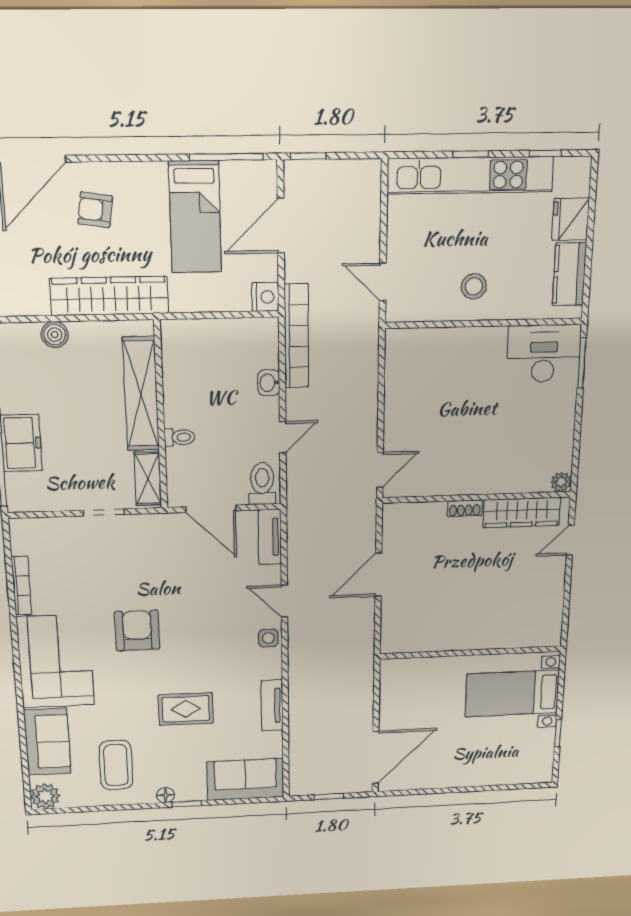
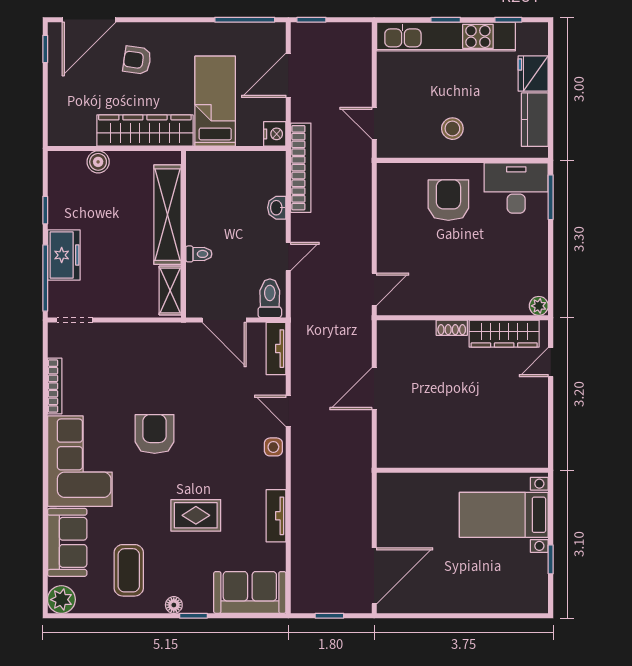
bed: (195, 217) -> (215, 101), moved, turned 180
armchair: (466, 369) -> (448, 200), added
doorway: (104, 512) -> (75, 320), moved

